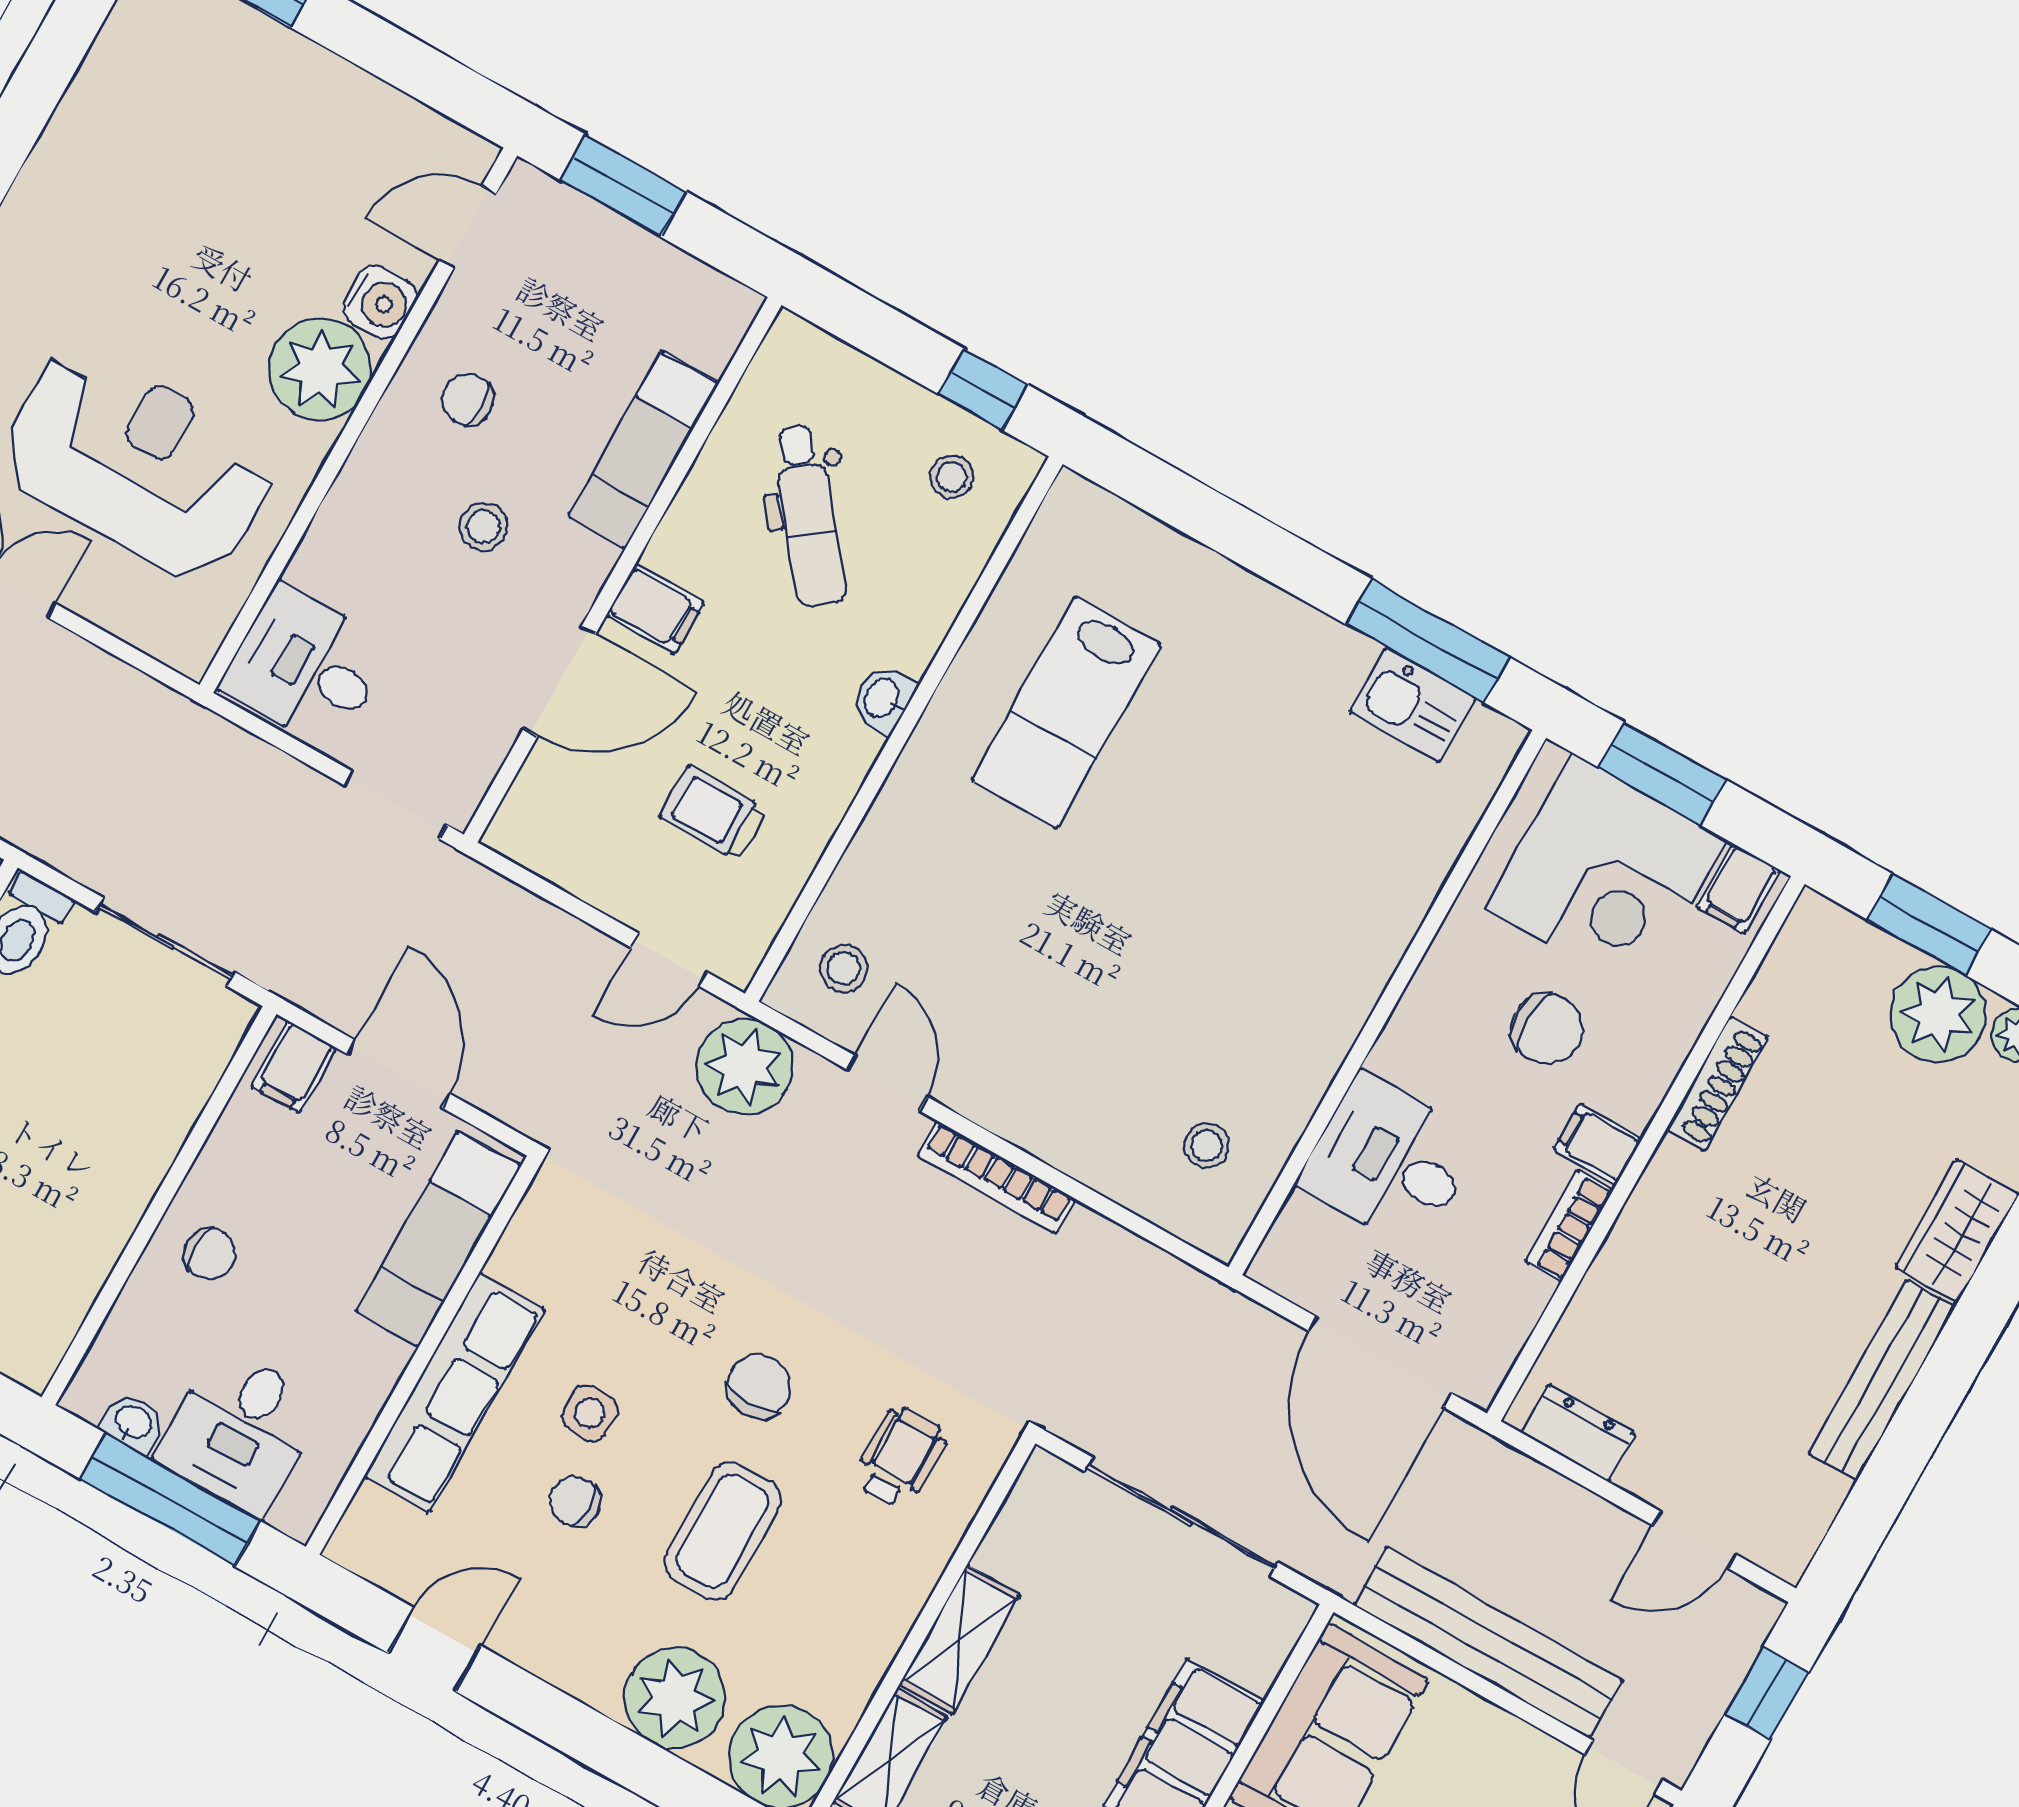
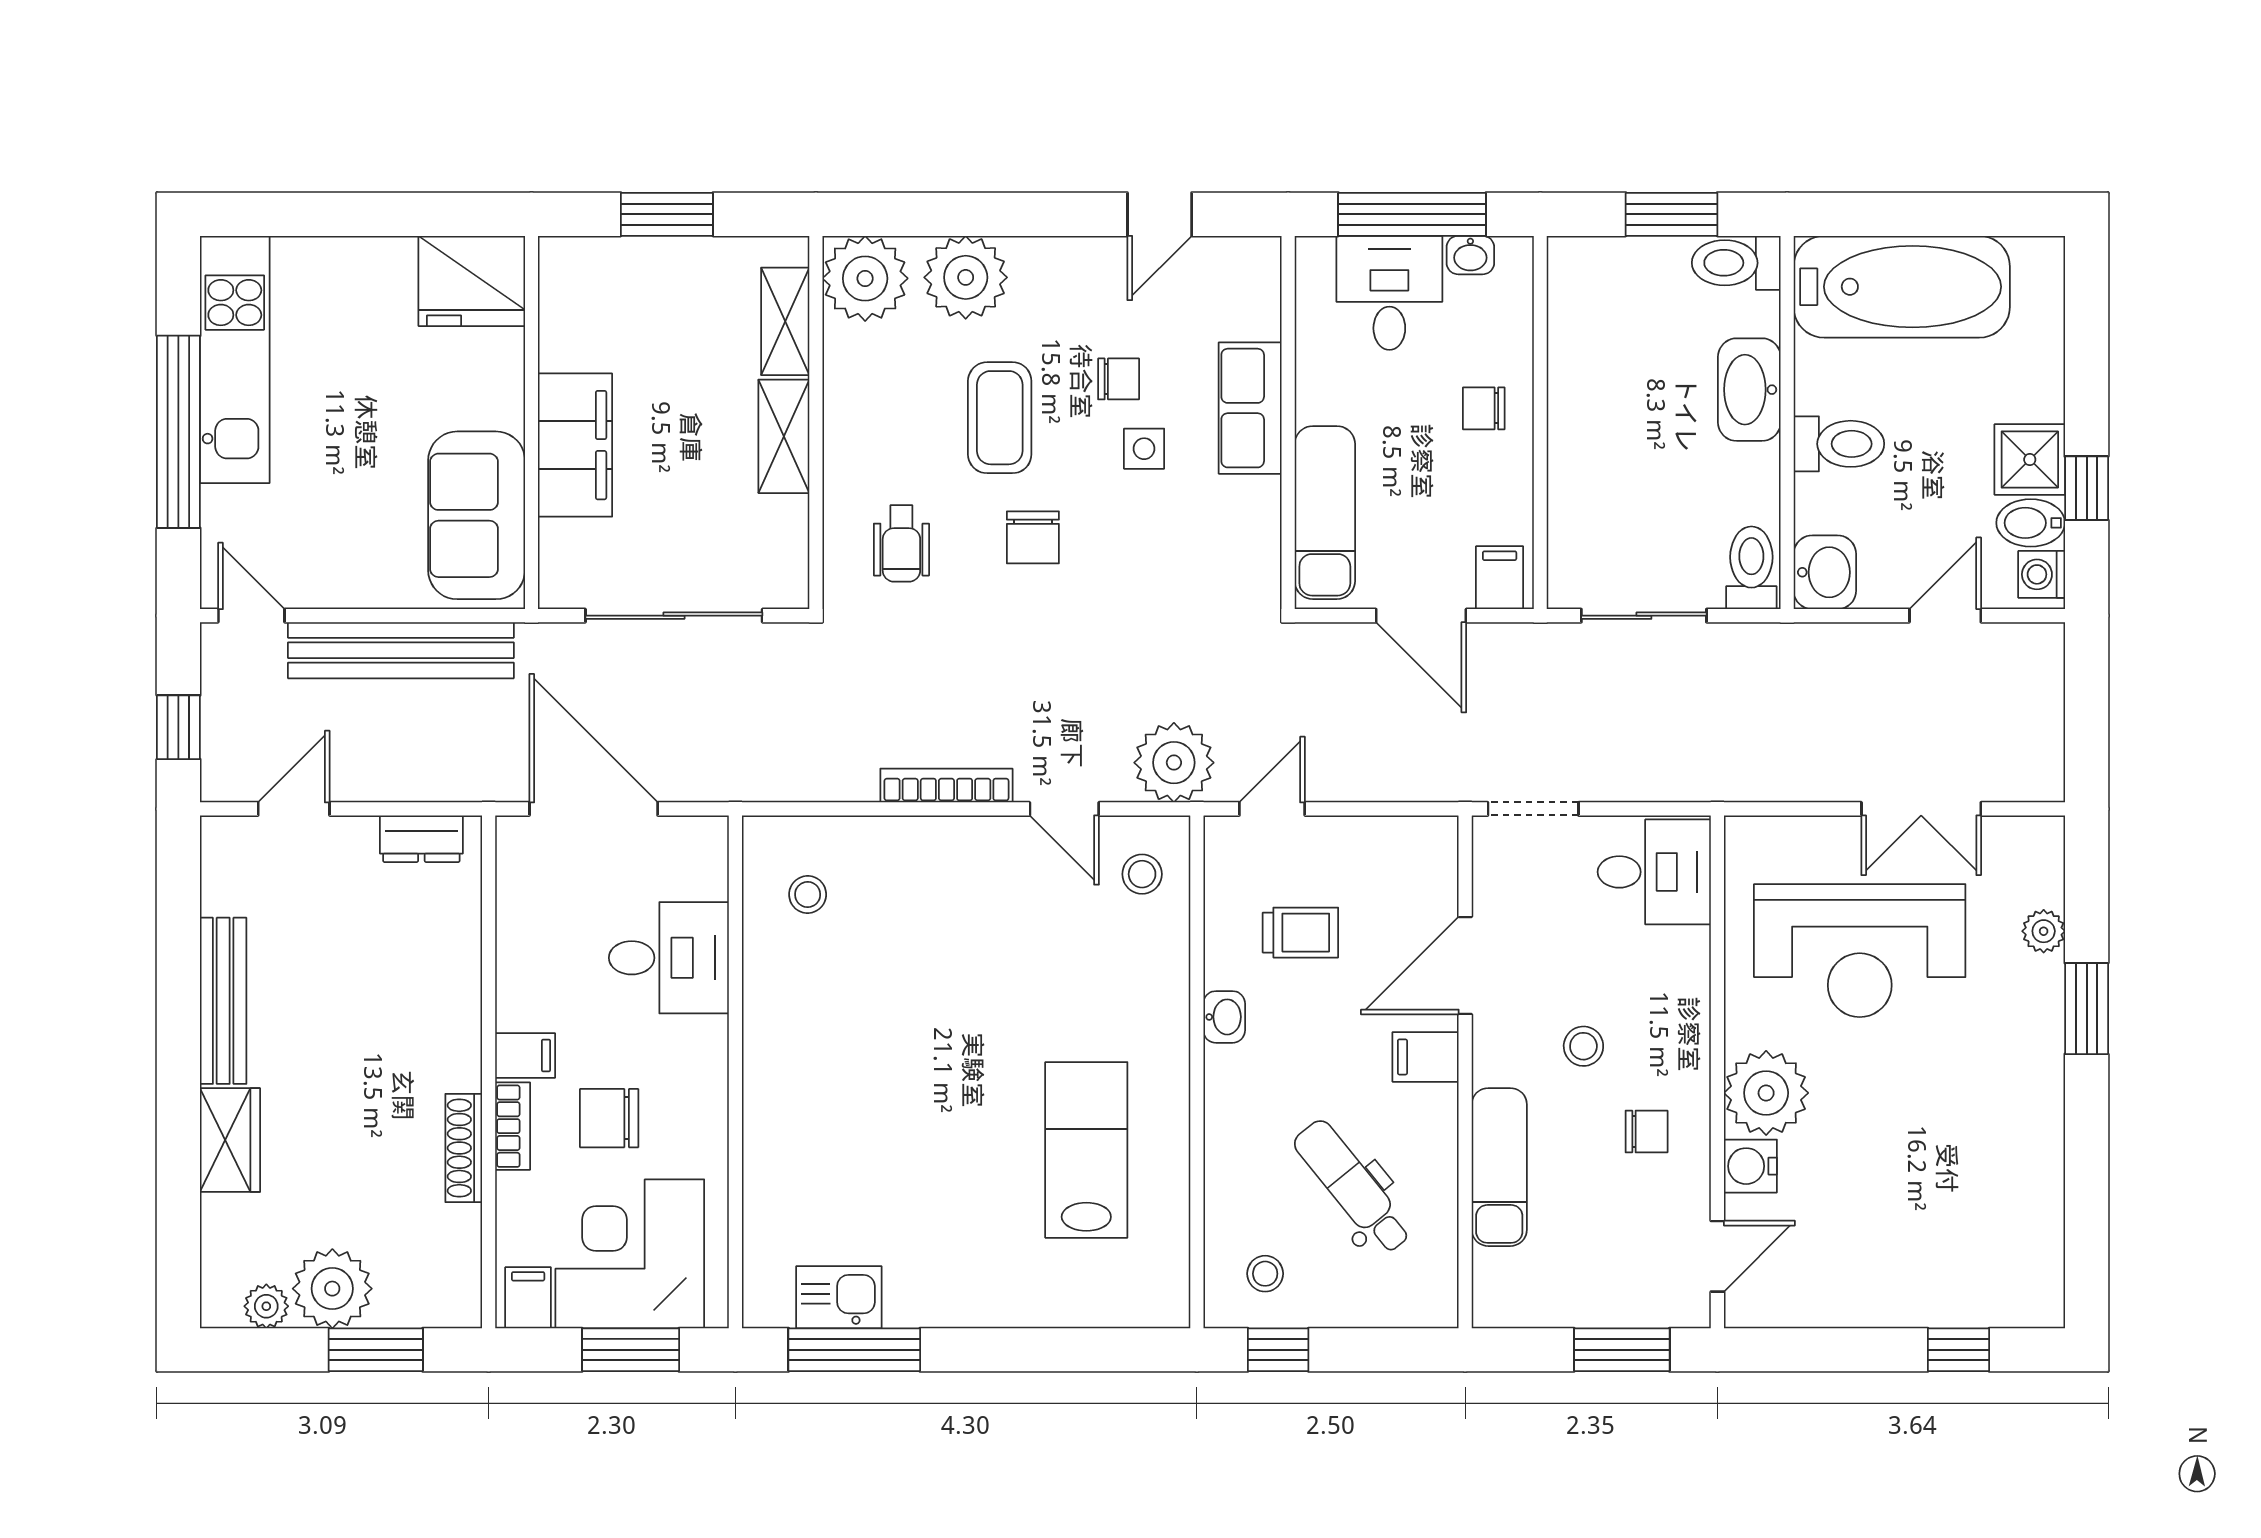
washbasin: (883, 699) -> (1224, 1017), moved
bookcase: (1569, 1226) -> (513, 1126), moved
row of seats: (454, 1393) -> (1250, 408), width x0.68

